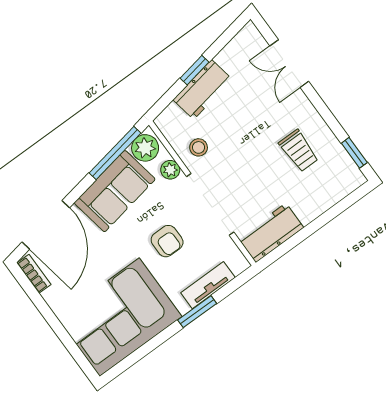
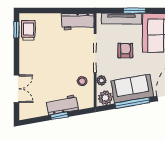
trolley: (299, 151) -> (28, 30), moved
window: (115, 153) -> (132, 103), moved
tv unit: (208, 285) -> (122, 19), width x1.41

